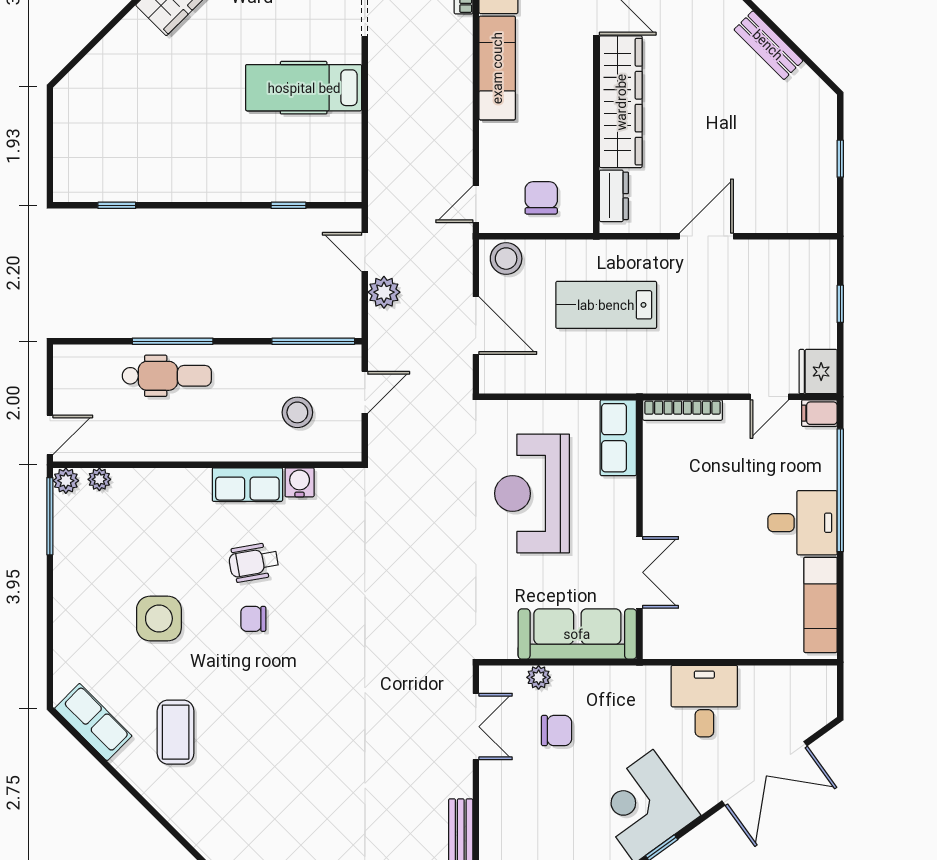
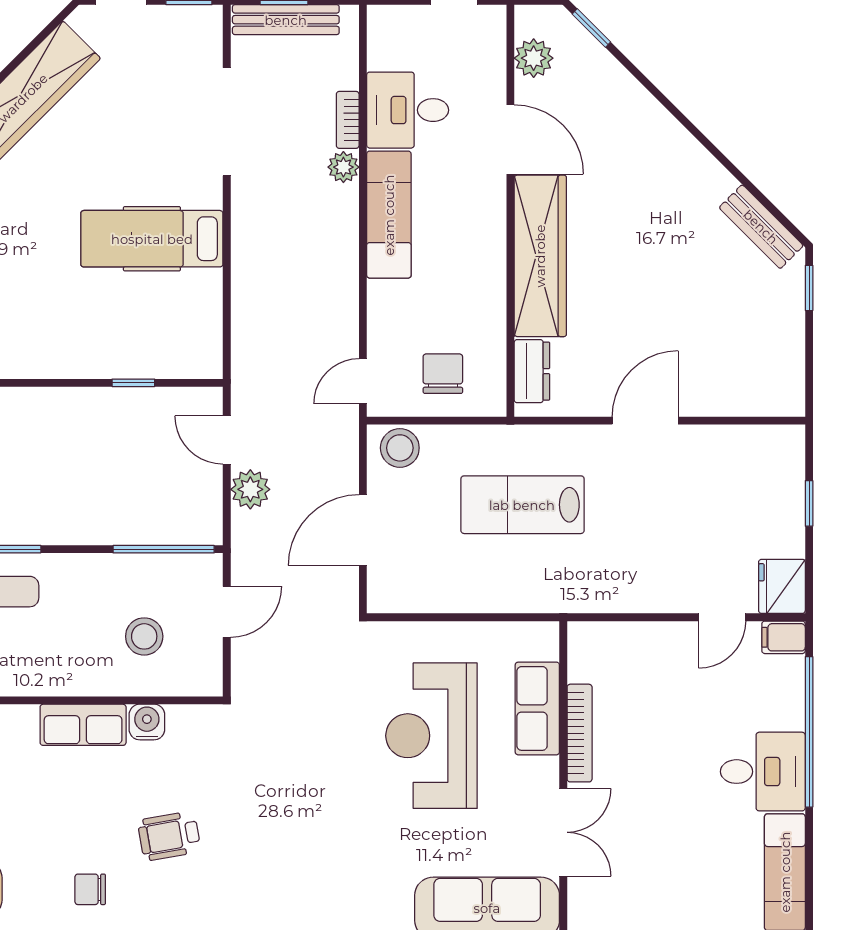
plant: (460, 29) -> (343, 167), added
bench: (768, 45) -> (761, 227), moved
window: (840, 159) -> (809, 288), moved
door: (476, 325) -> (363, 530), swing flipped
bookcase: (682, 410) -> (580, 733), moved, turned -90
row of seats: (618, 438) -> (537, 708), moved
wheelchair: (254, 562) -> (169, 836), moved

